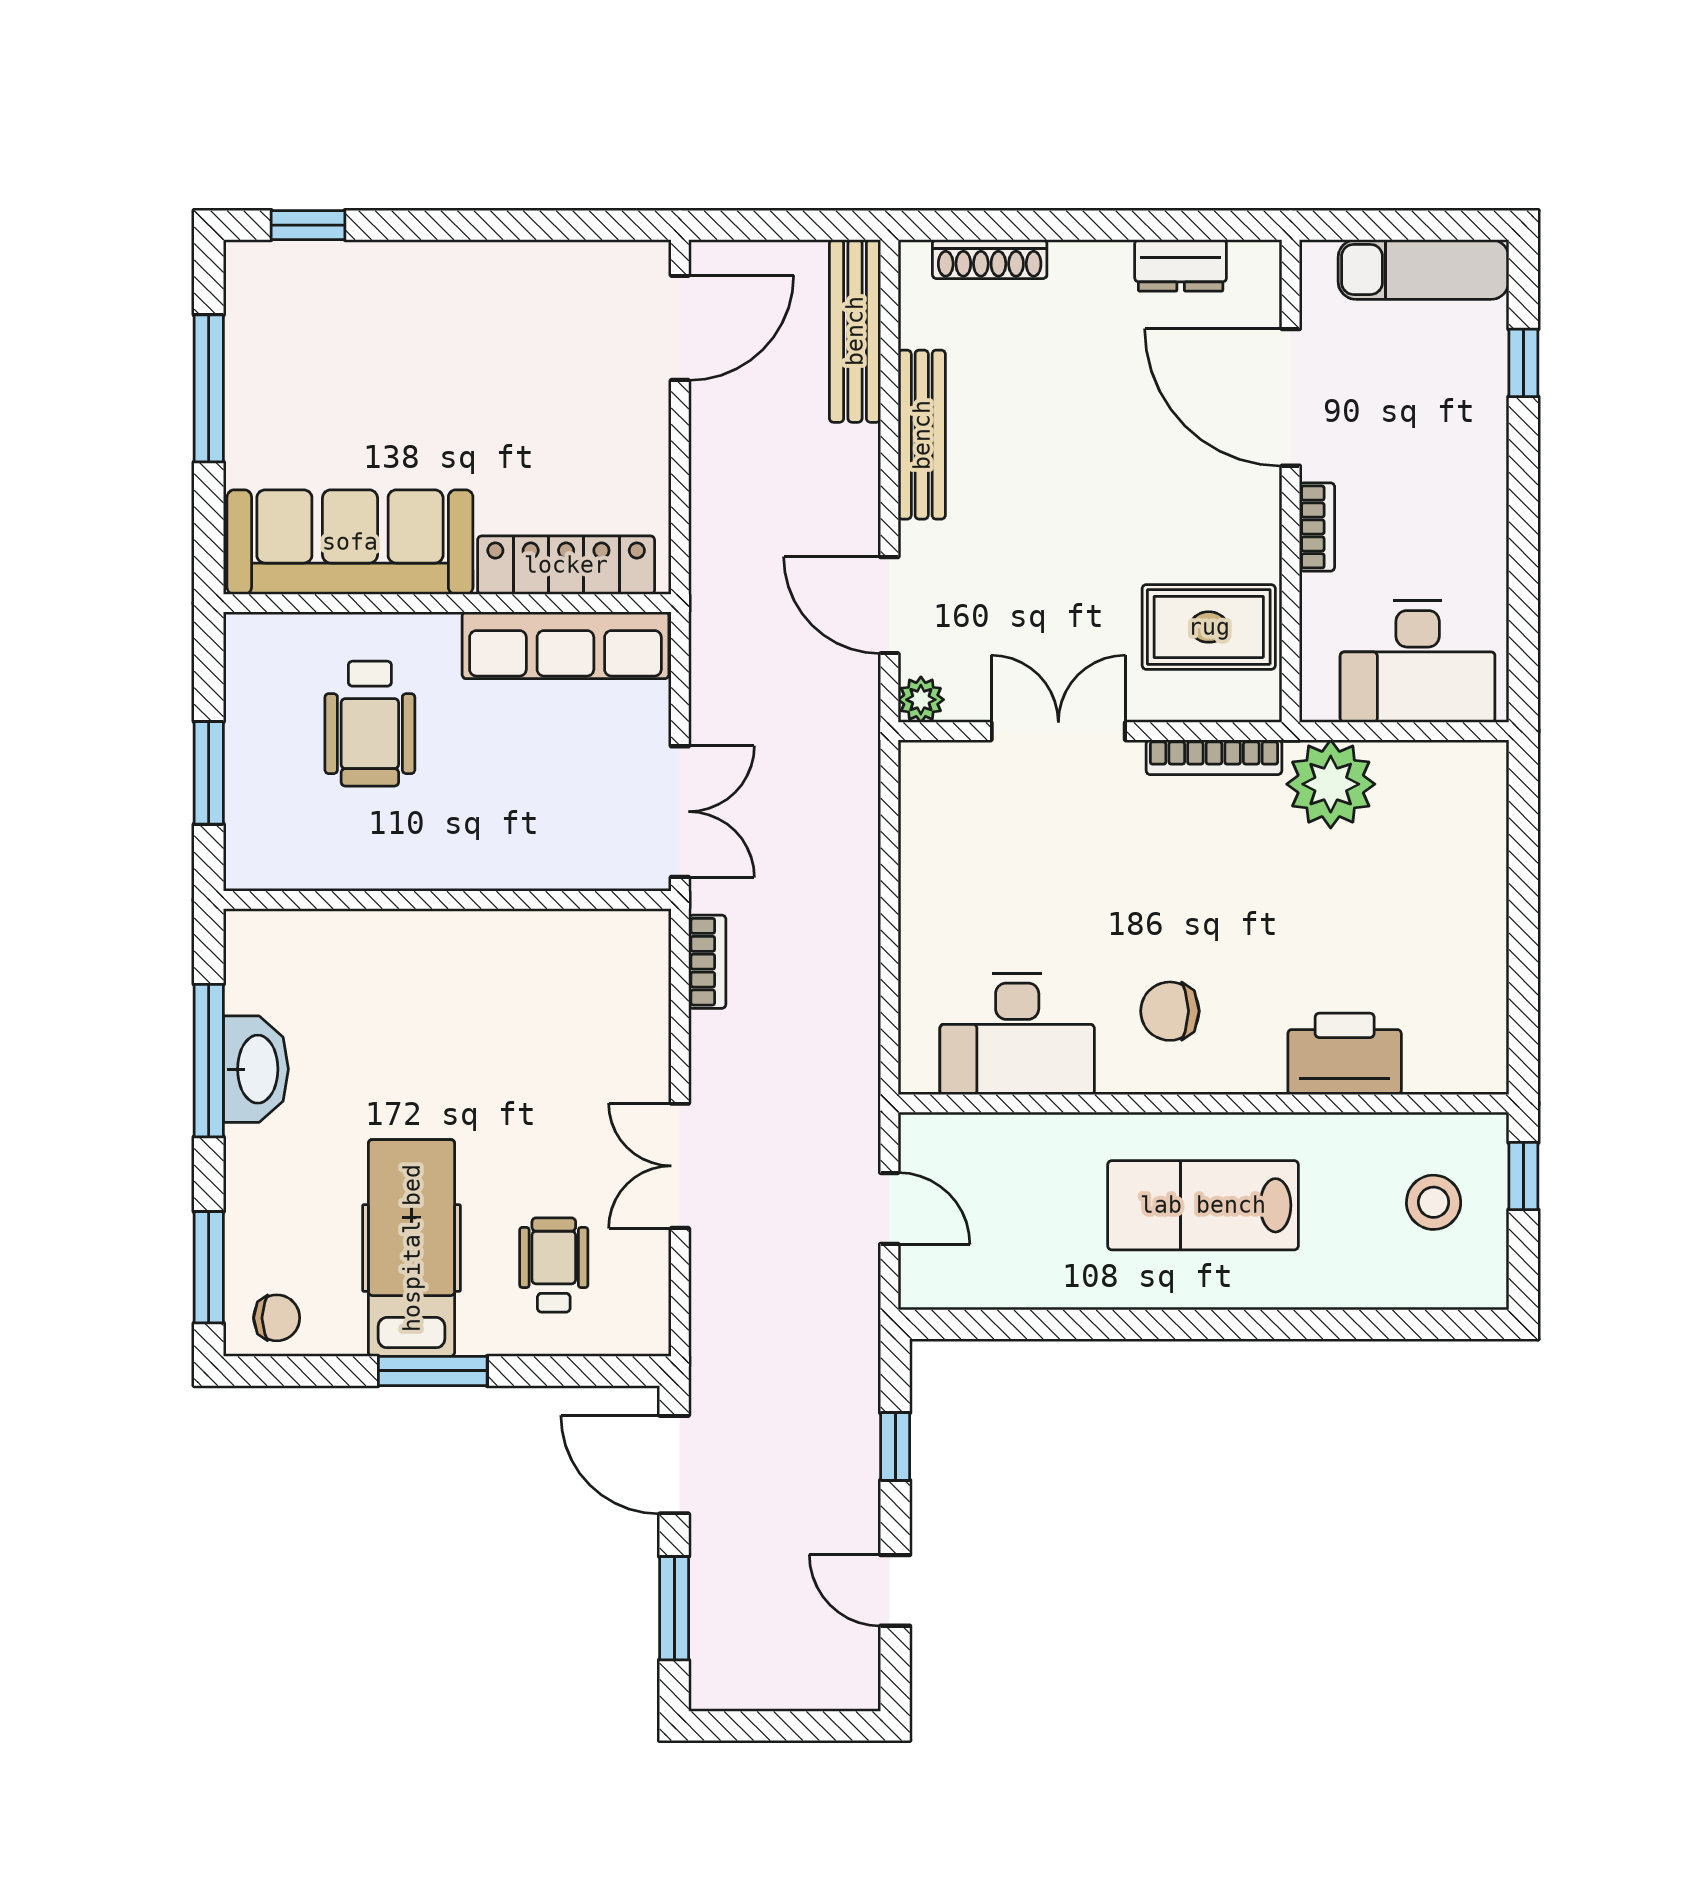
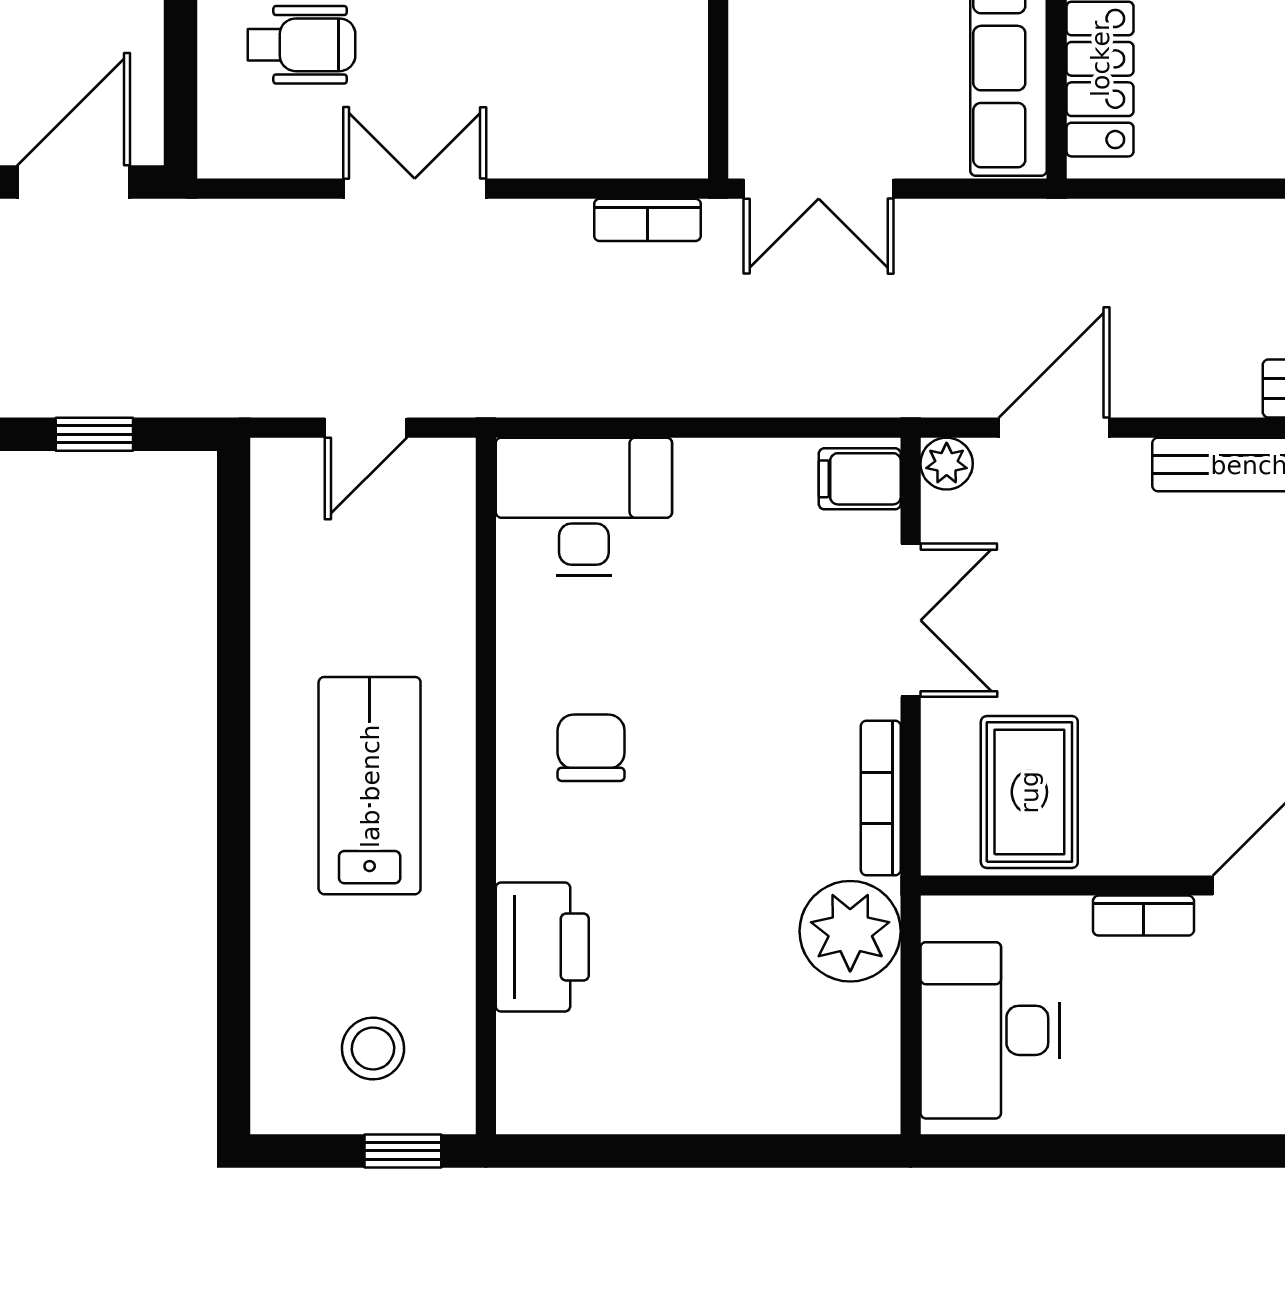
filing cabinet: (934, 776) -> (860, 479), added
desk: (1017, 1034) -> (584, 507), moved, turned 90

